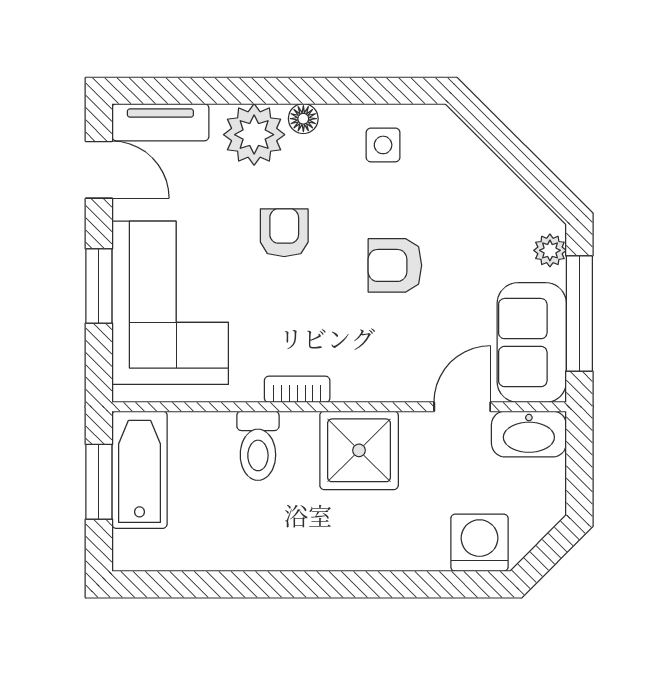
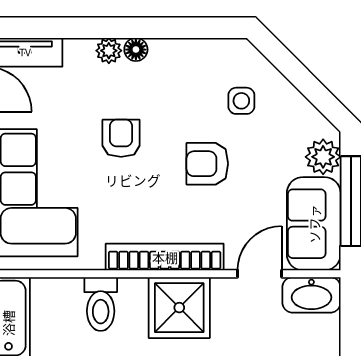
plant: (254, 135) -> (109, 51), width x0.53, depth x0.53
side table: (383, 145) -> (241, 101), moved
plant: (550, 250) -> (323, 157), width x1.38, depth x1.38
bookcase: (297, 389) -> (165, 257), width x2.31, depth x1.31

